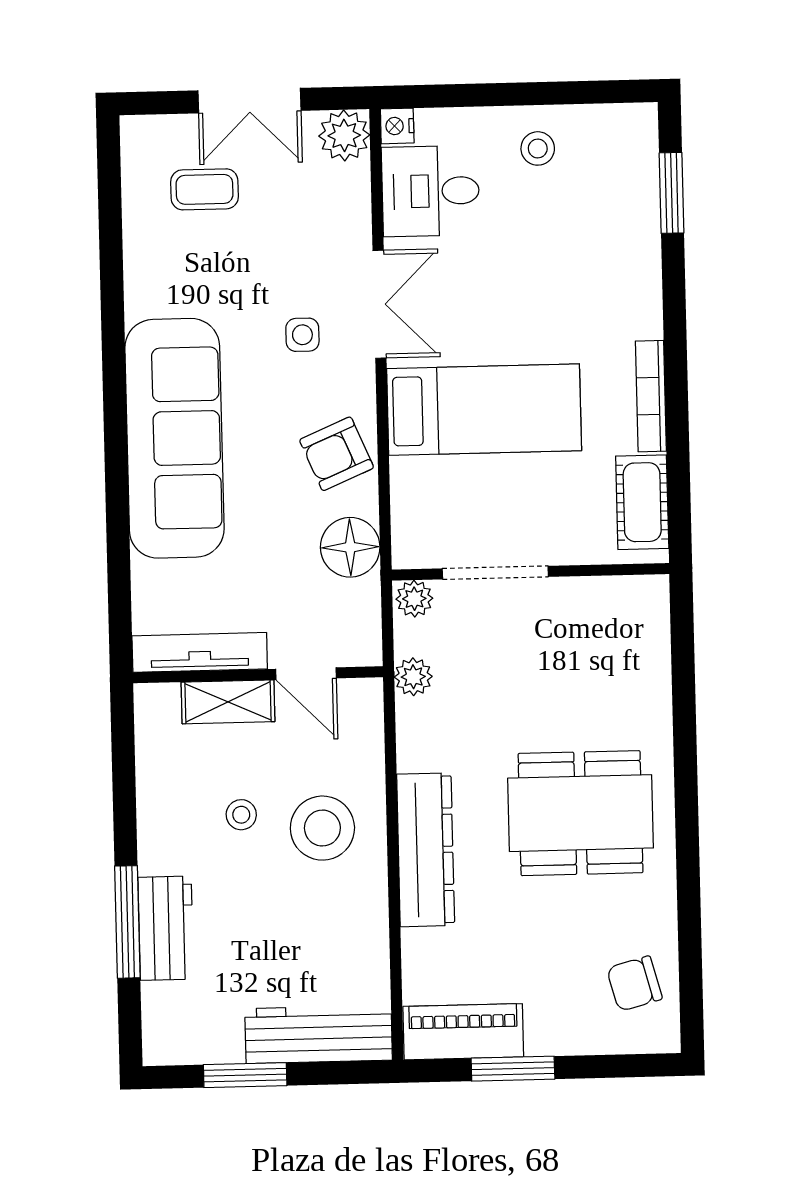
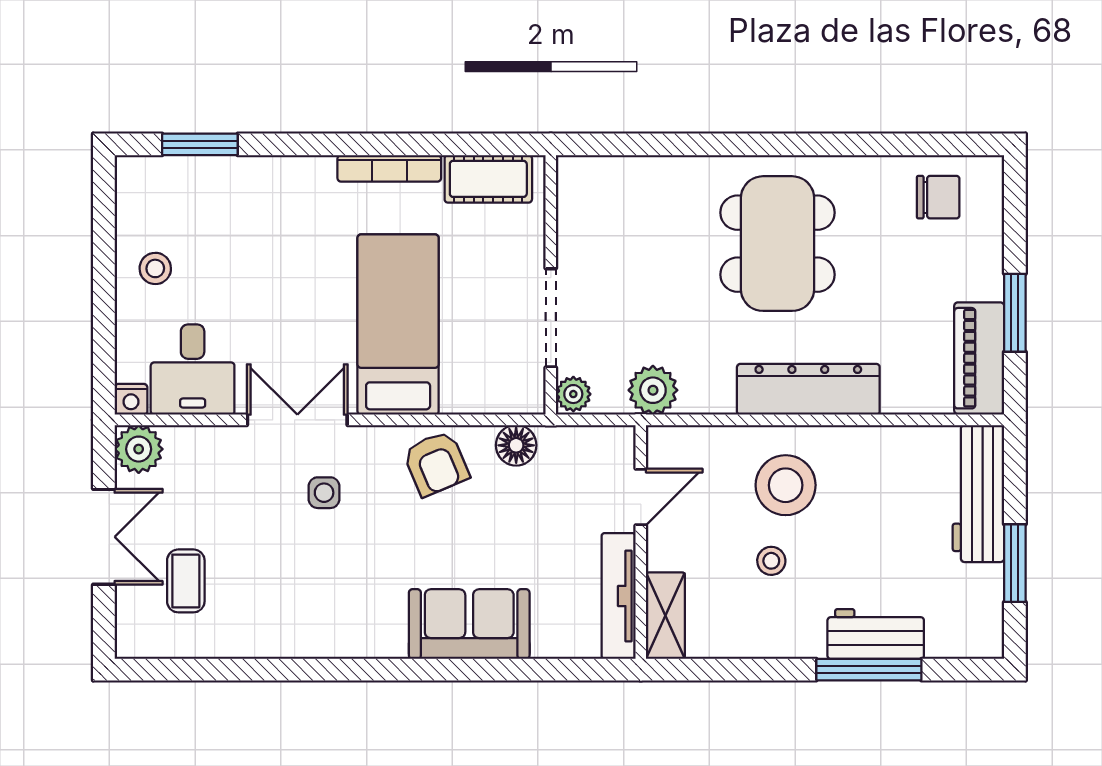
sofa: (174, 438) -> (469, 624), width x0.54, depth x0.79
floor lamp: (350, 547) -> (516, 445), width x0.73, depth x0.73
plant: (413, 677) -> (653, 390), width x1.38, depth x1.38
shelving: (228, 702) -> (665, 616), moved
chair: (634, 984) -> (938, 197), turned -75

